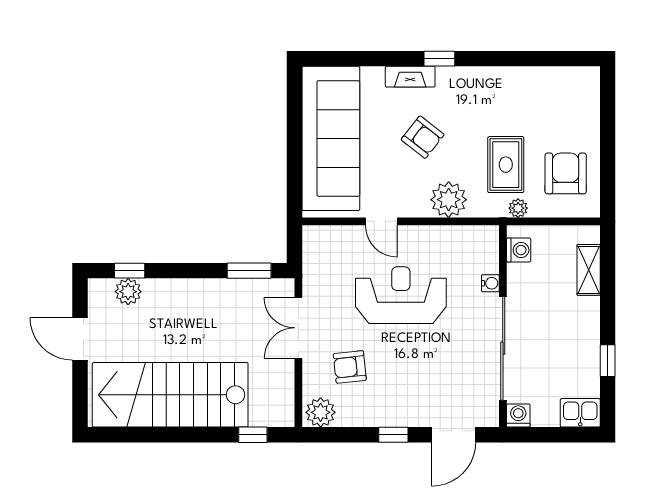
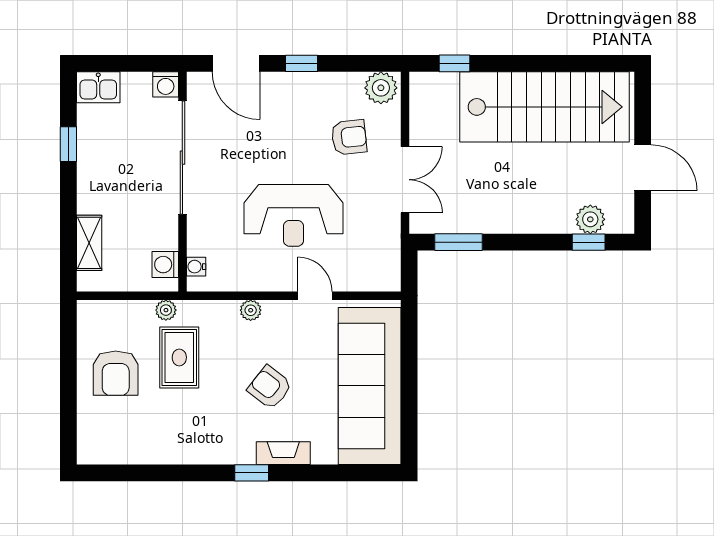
armchair: (566, 173) -> (116, 373), moved
plant: (449, 200) -> (251, 310), width x0.53, depth x0.53
water cooler: (490, 283) -> (196, 267), moved
door: (454, 435) -> (236, 63), swing flipped

